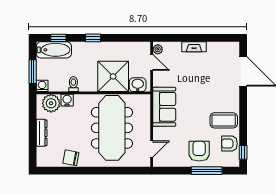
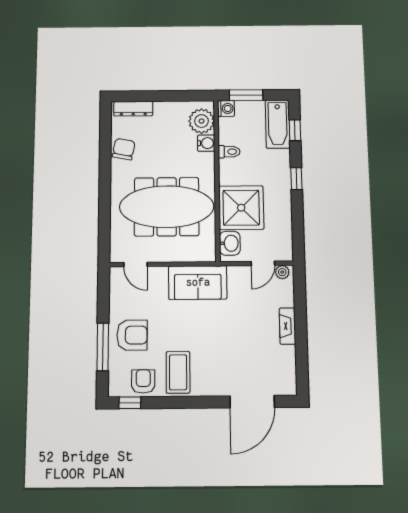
dresser: (42, 133) -> (133, 109), moved

